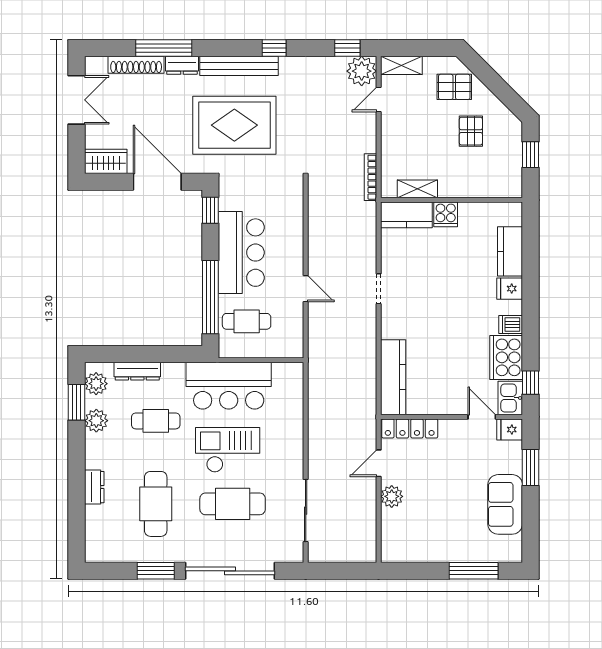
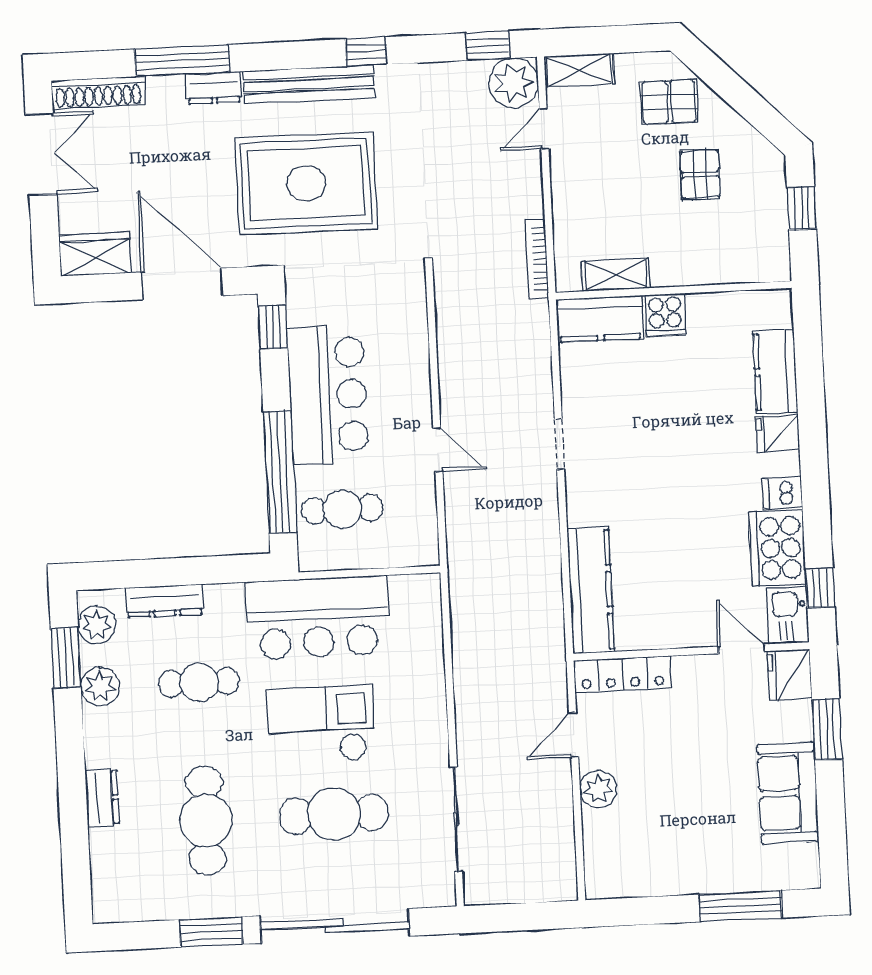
shoe rack: (136, 65) -> (98, 93), moved
fridge: (510, 430) -> (790, 675), width x1.38

